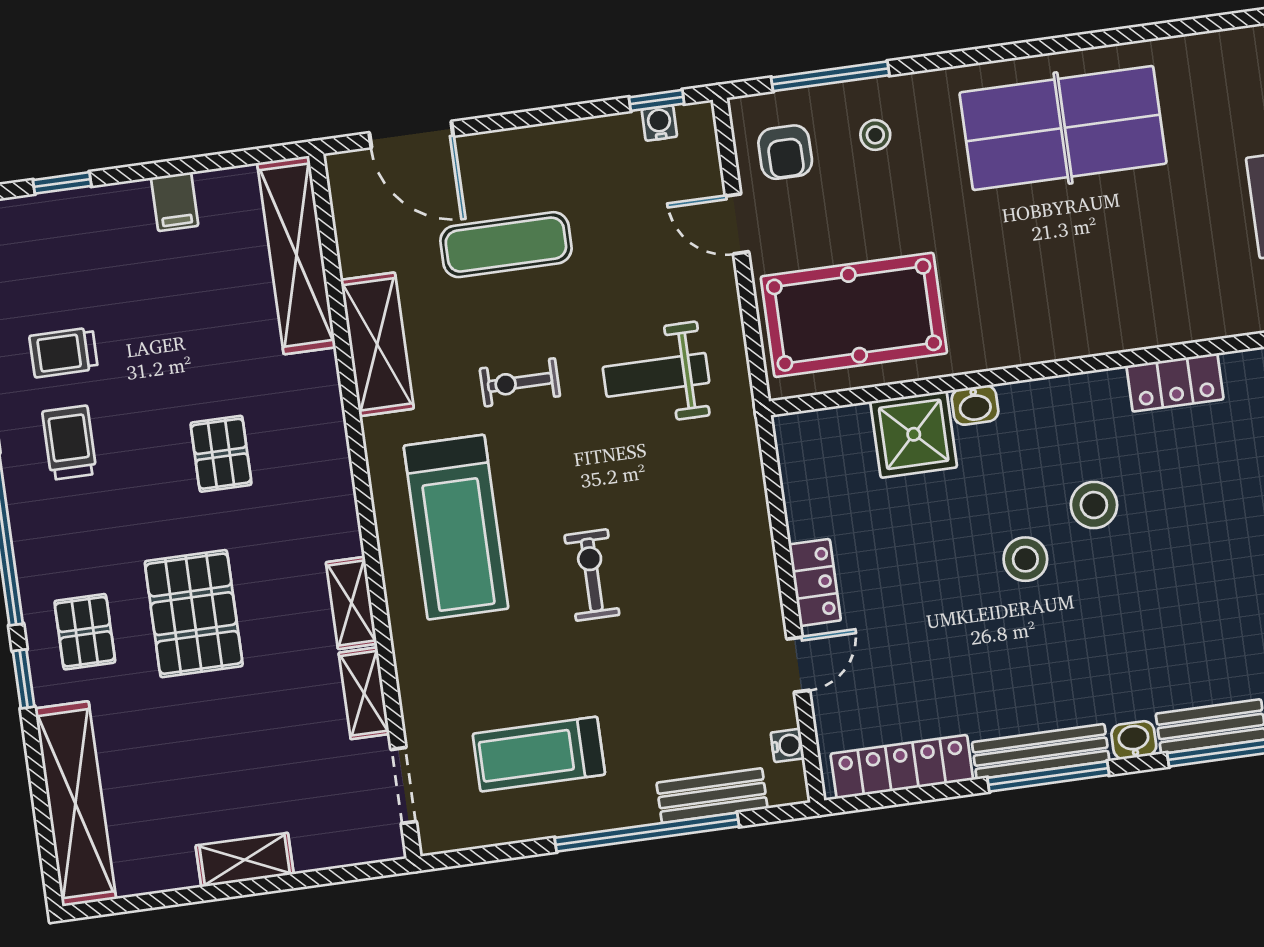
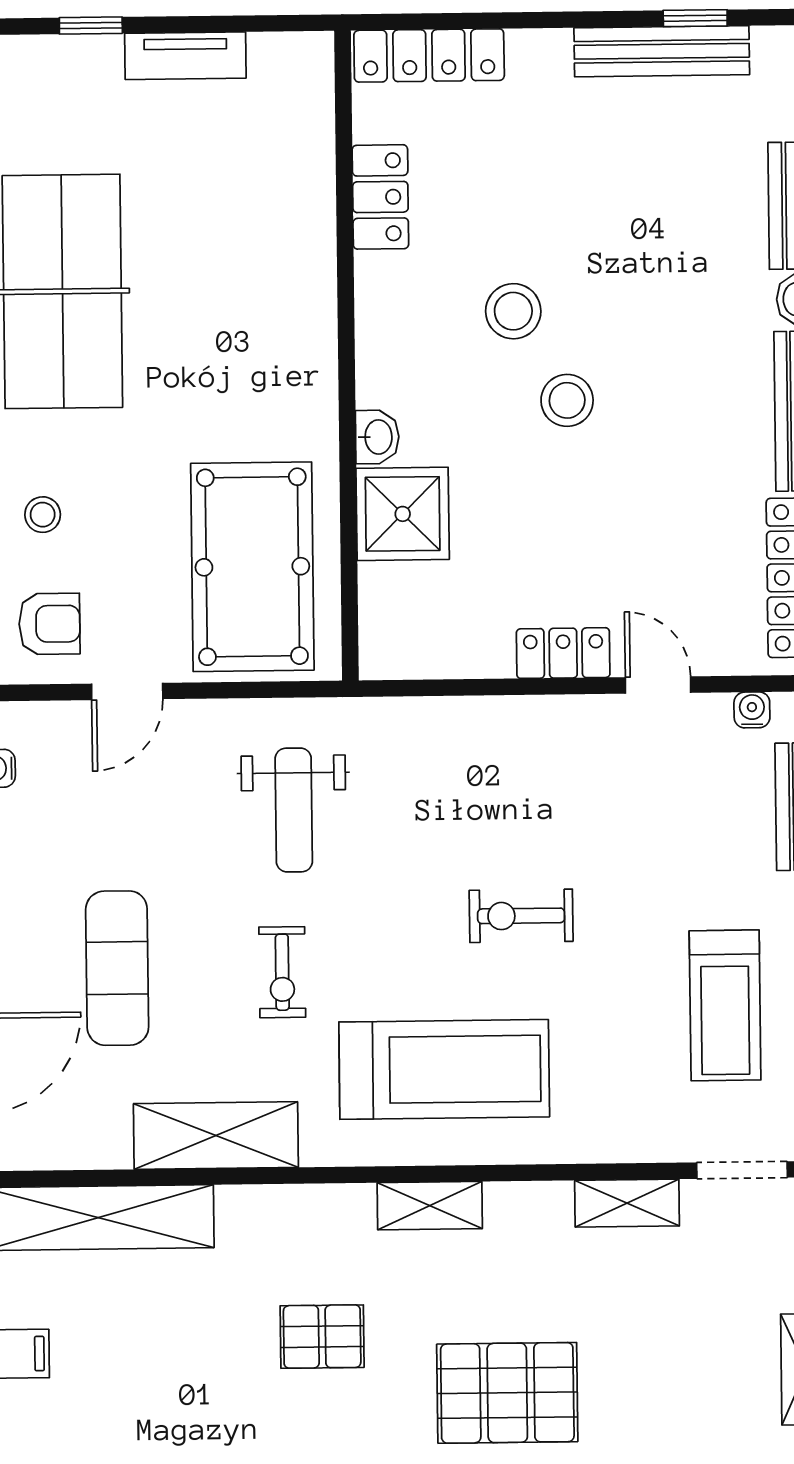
shelving: (351, 603) -> (430, 1206), moved

